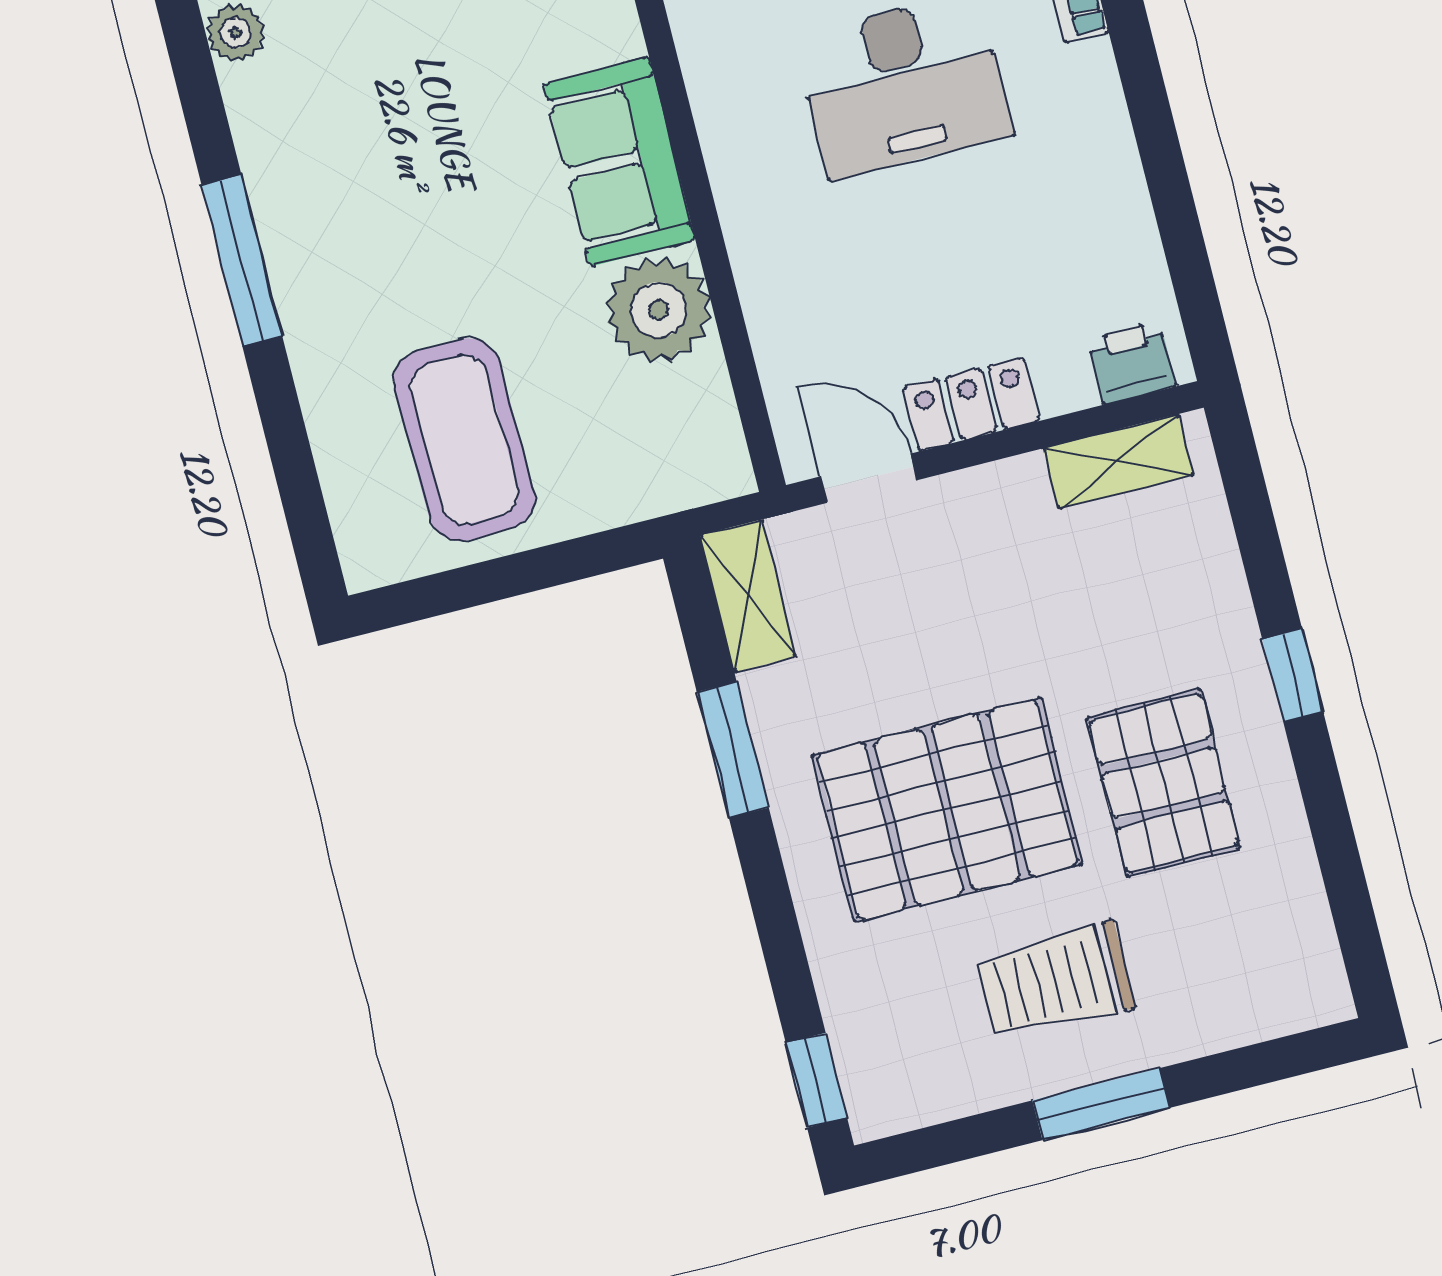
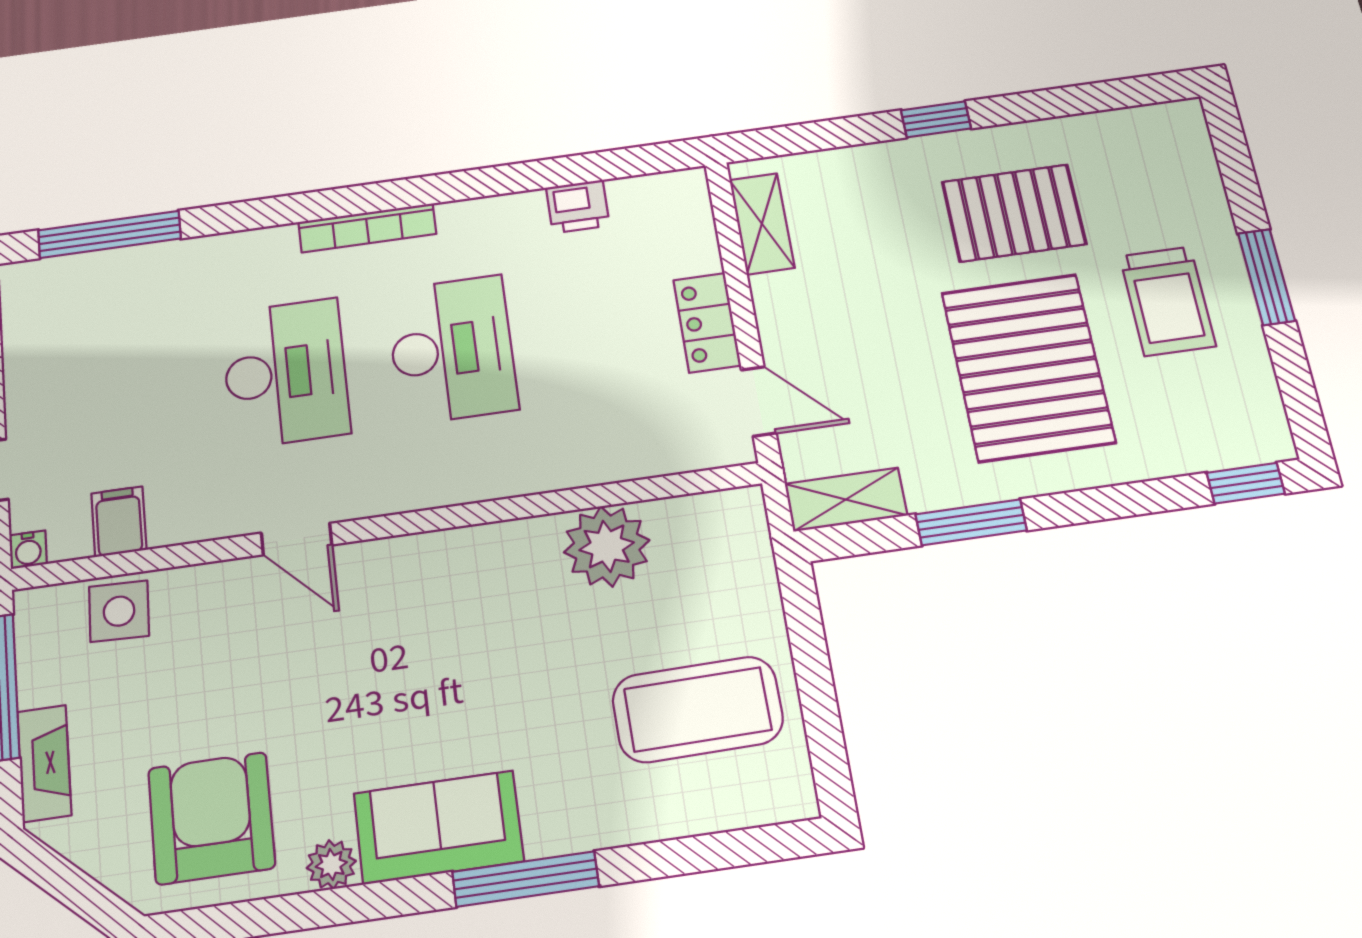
sofa: (619, 162) -> (439, 827), moved, turned 180
printer: (1132, 362) -> (578, 206), moved, turned -90
door: (869, 478) -> (759, 401), swing flipped

